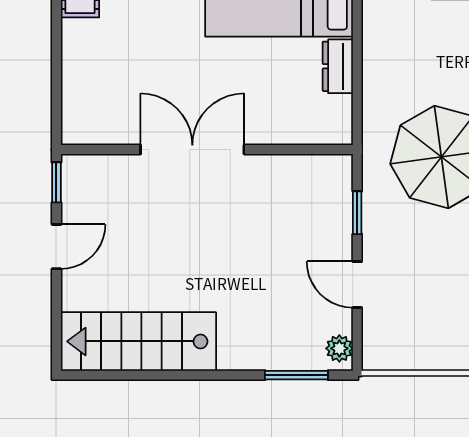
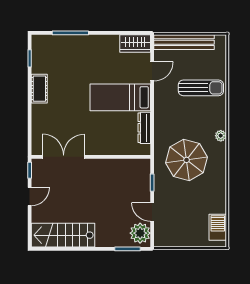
dresser: (338, 66) -> (144, 128), width x1.44
double door: (192, 150) -> (64, 157), moved
plant: (339, 348) -> (140, 233), width x1.88, depth x1.88

